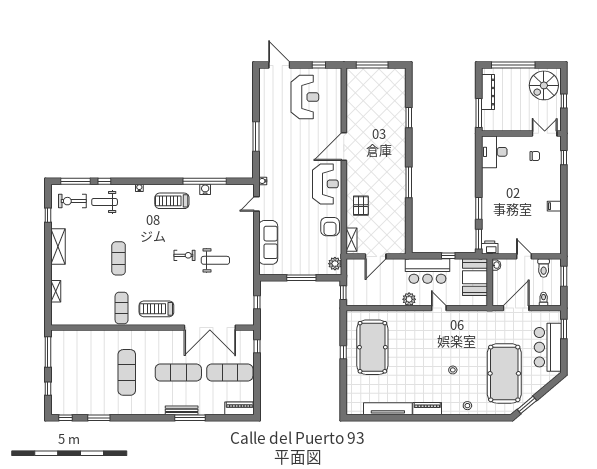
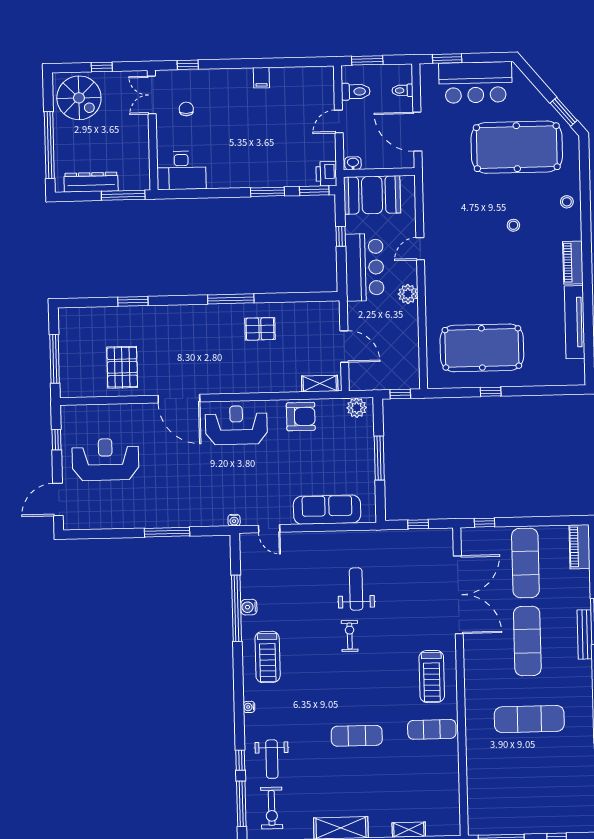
pallet: (365, 110) -> (122, 367), added
pallet: (361, 206) -> (260, 329), moved

